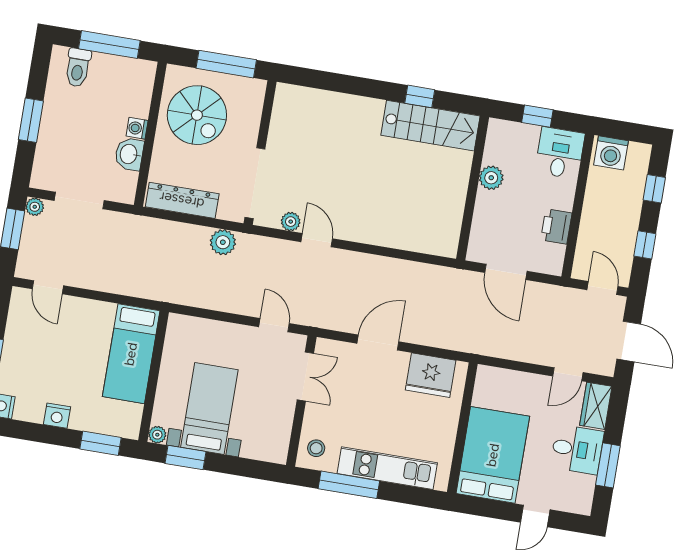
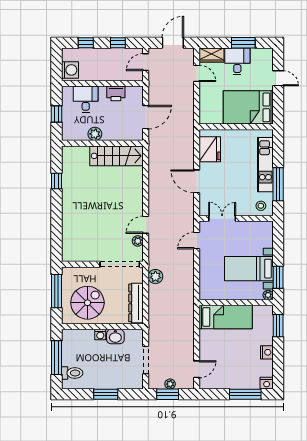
stairs: (430, 126) -> (117, 156), moved, turned 90
desk: (560, 153) -> (86, 99), moved, turned 90
plant: (35, 207) -> (170, 384), moved

